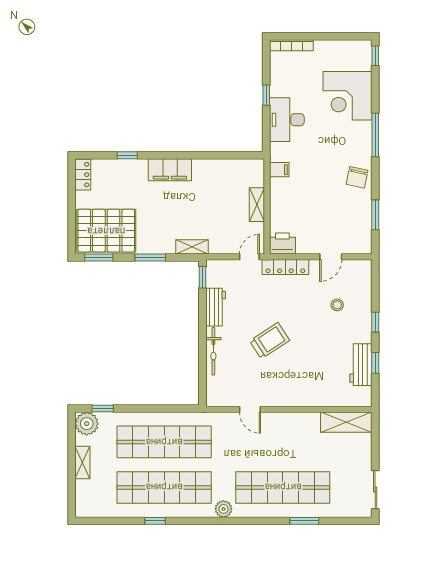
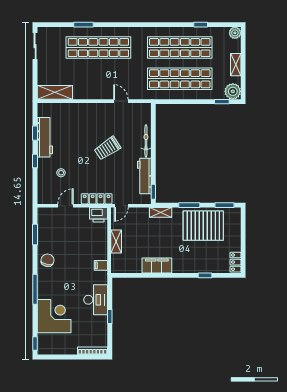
filing cabinet: (170, 170) -> (157, 265), moved
pallet: (106, 231) -> (203, 226), moved
workbench: (216, 307) -> (144, 176), width x1.38
workbench: (361, 365) -> (45, 137), width x1.37
plant: (223, 509) -> (235, 33), moved
window: (155, 521) -> (201, 25), moved

